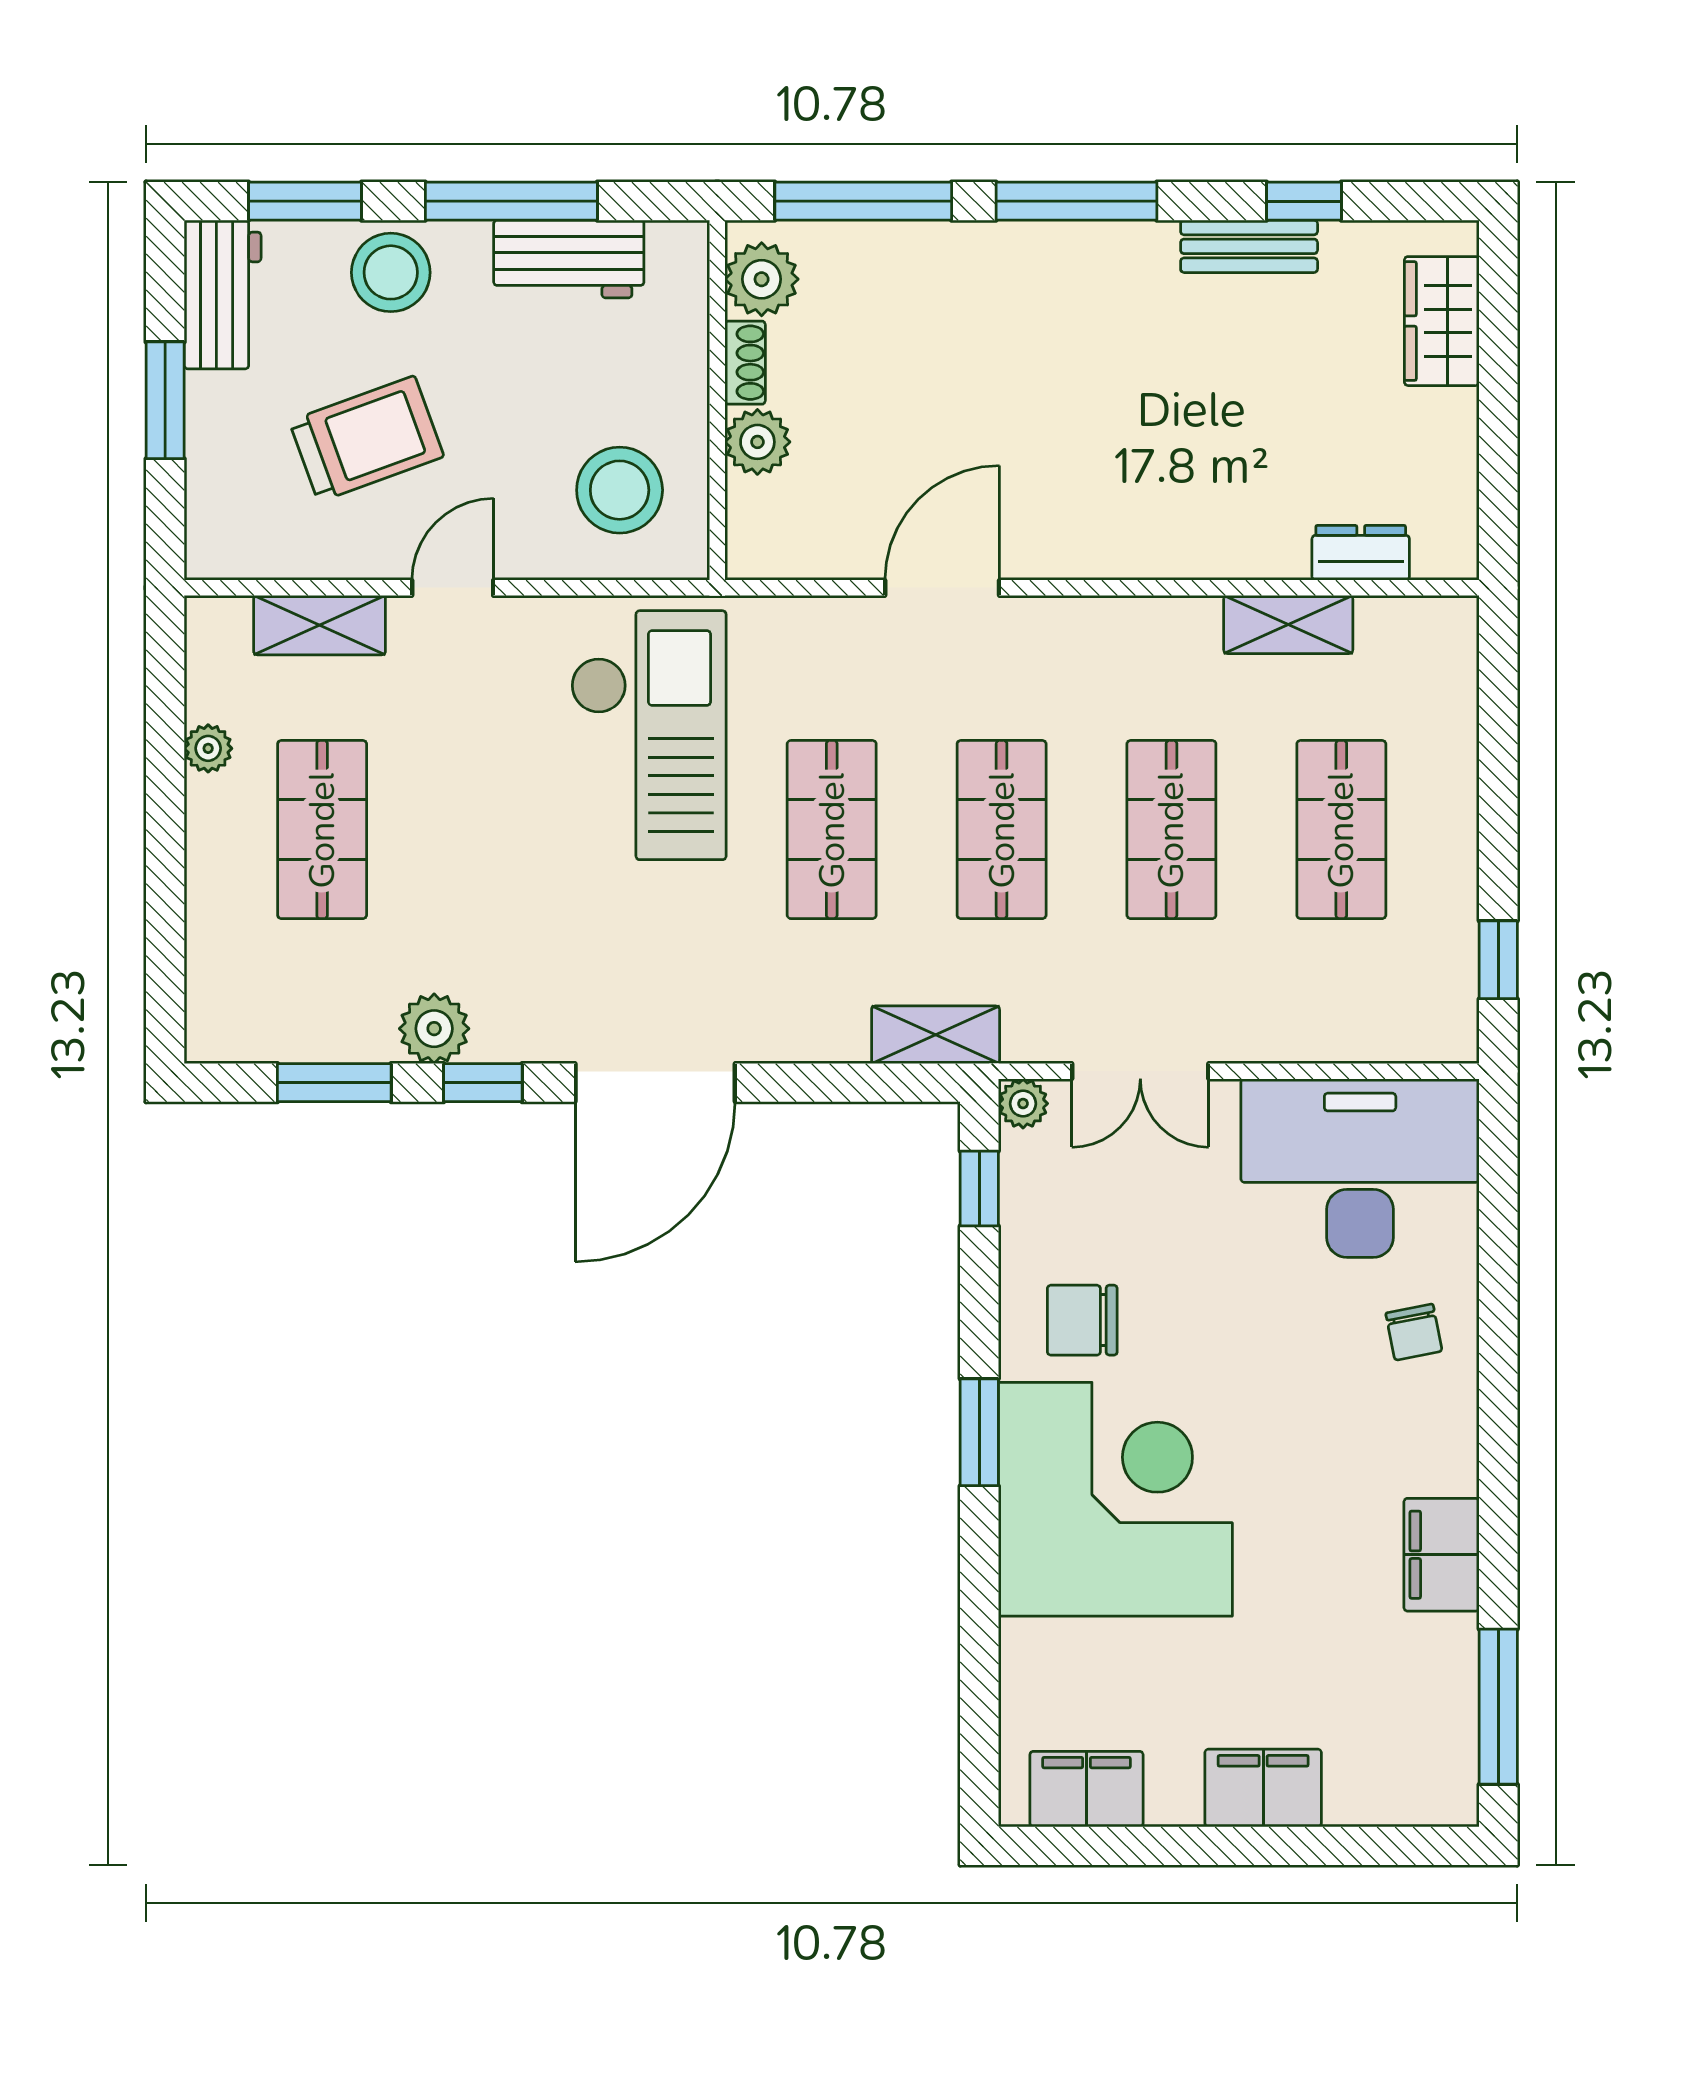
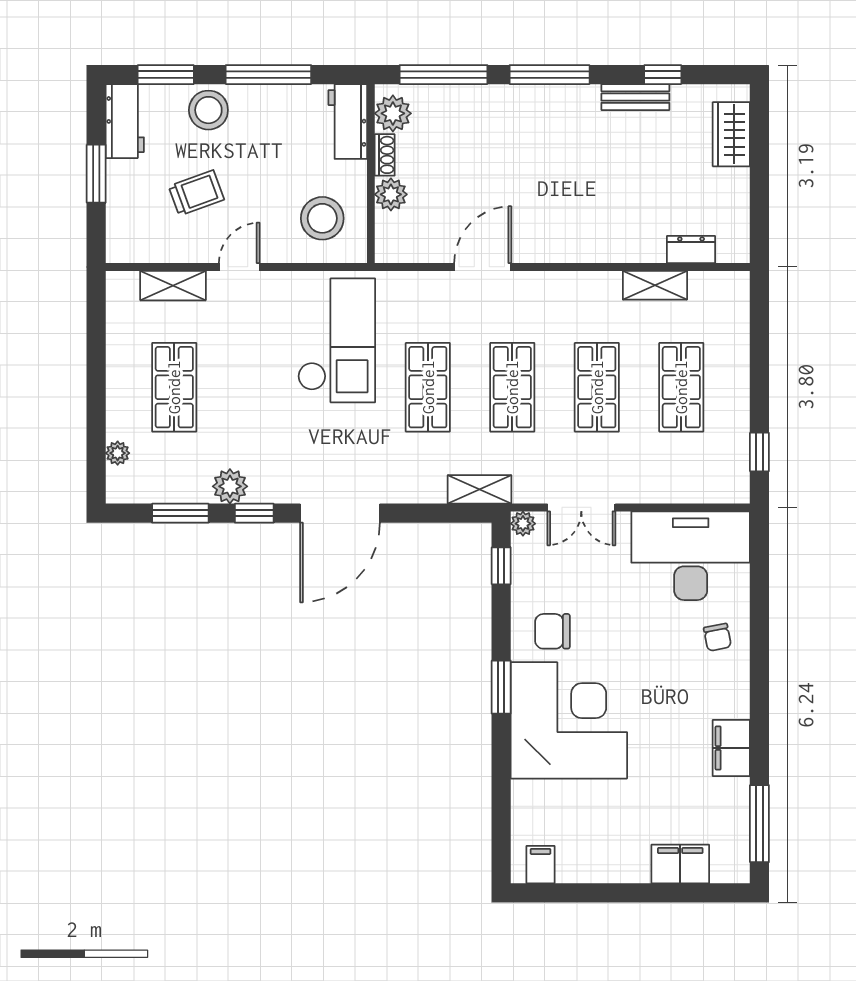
workbench: (569, 259) -> (348, 121), moved, turned 90
trolley: (366, 439) -> (196, 193), width x0.73, depth x0.72
plant: (208, 748) -> (118, 453), moved
filing cabinet: (1263, 1788) -> (680, 864), moved
filing cabinet: (1086, 1789) -> (540, 865), width x0.50

